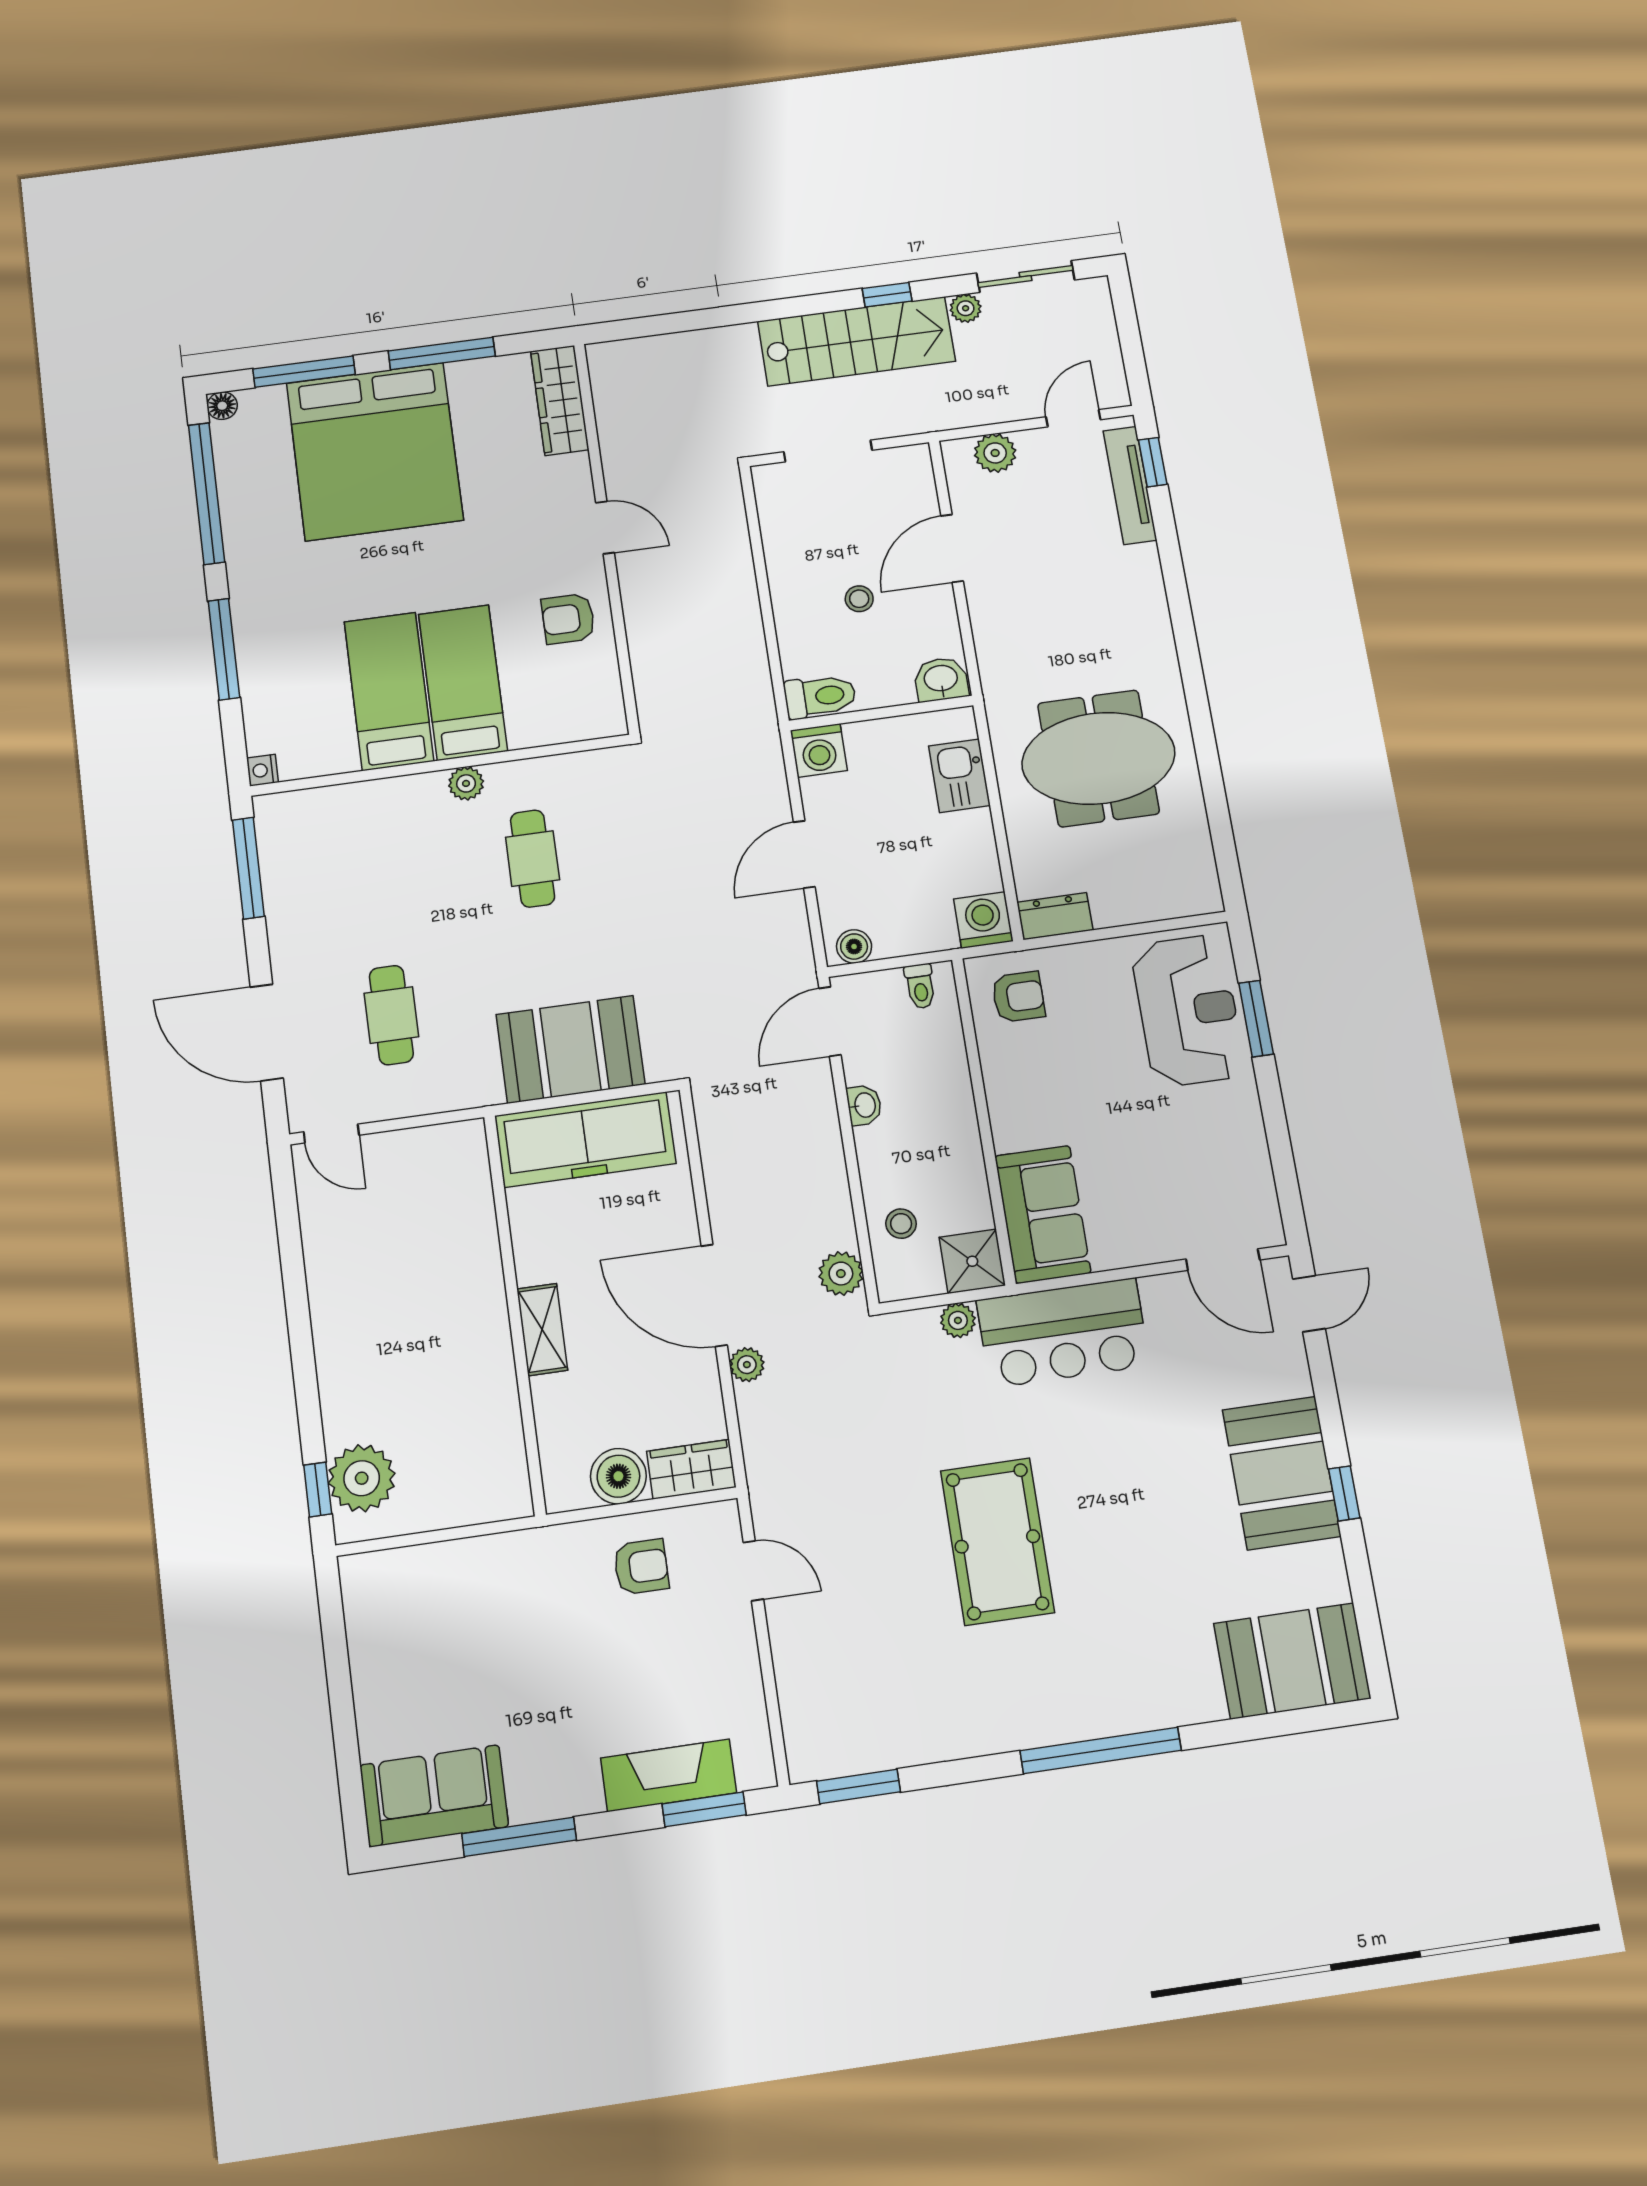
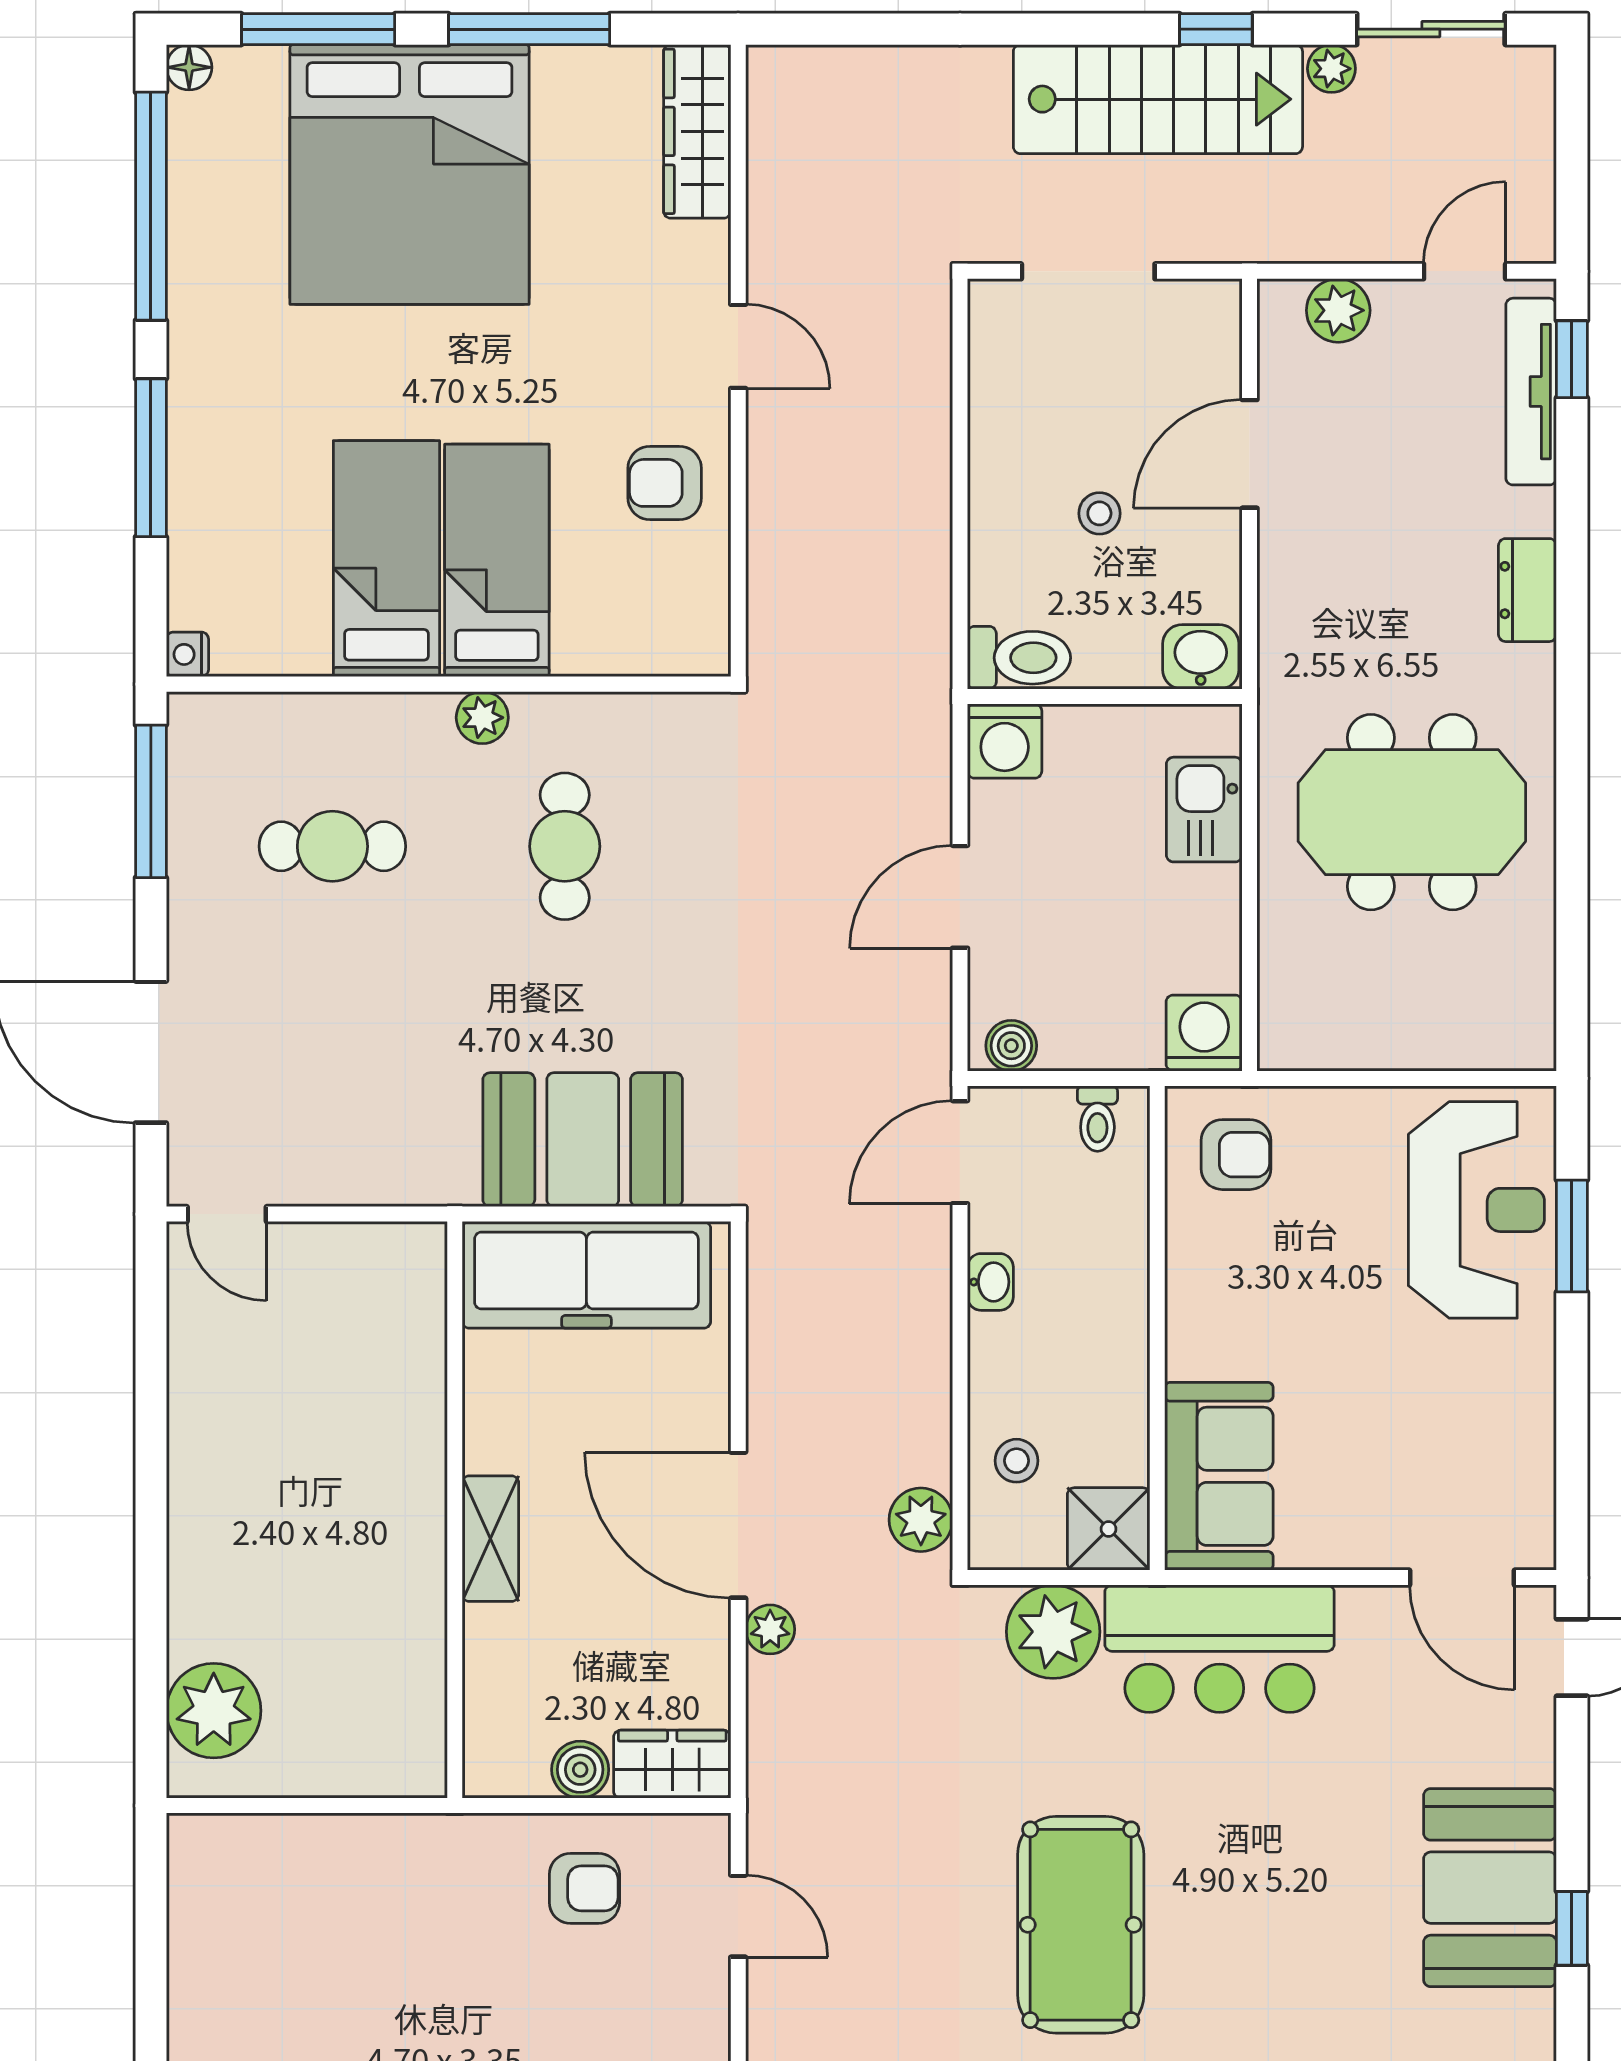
dresser: (1055, 916) -> (1527, 590), moved, turned -90
cafe table: (391, 1015) -> (332, 846), moved, turned 90
plant: (958, 1320) -> (1053, 1632), width x1.87, depth x1.87
boiler: (618, 1476) -> (580, 1770), width x0.73, depth x0.73
window: (318, 1490) -> (151, 1718), removed

